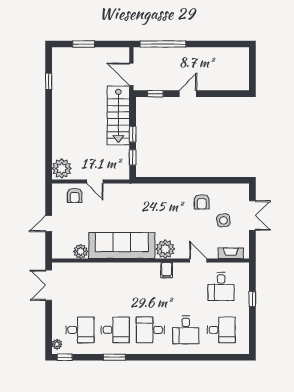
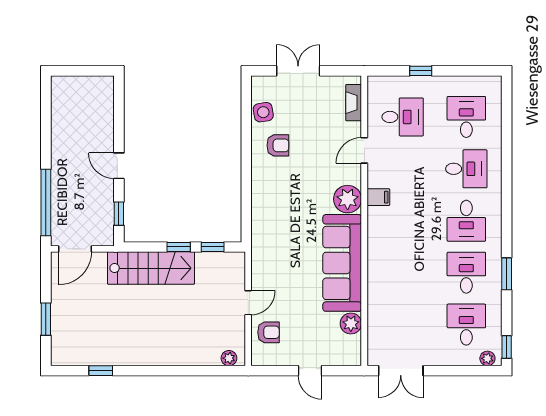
door: (131, 74) -> (75, 249), moved
plant: (62, 168) -> (229, 358), width x0.53, depth x0.53
side table: (223, 220) -> (263, 112), moved

